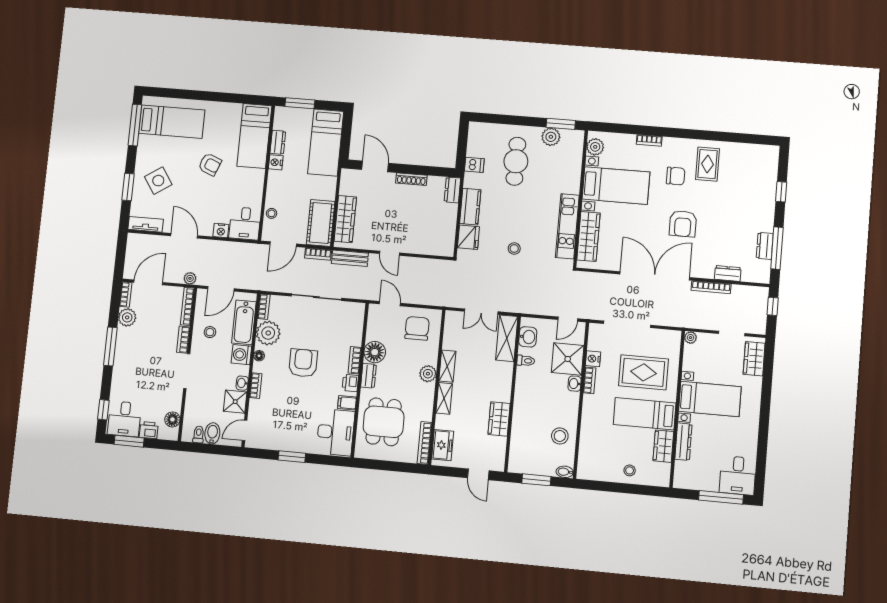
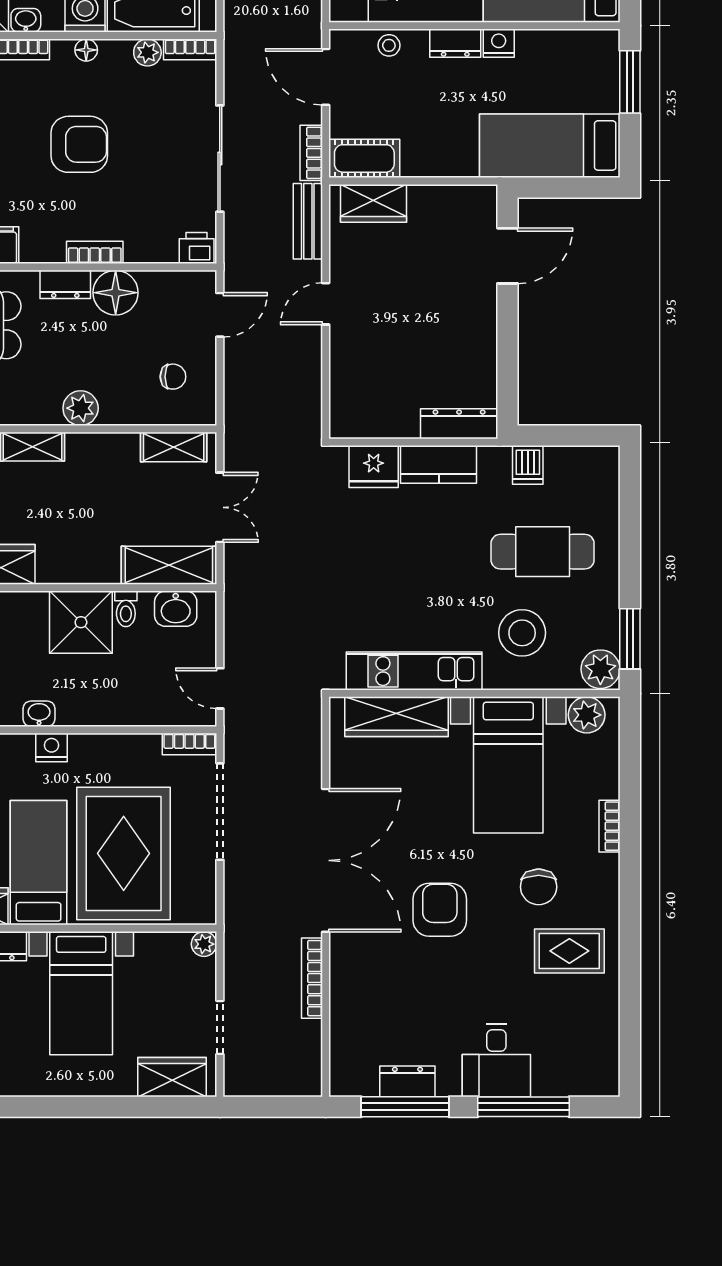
plant: (551, 137) -> (600, 669), moved
dresser: (278, 142) -> (455, 43), moved
shoe rack: (411, 179) -> (487, 335), removed
dresser: (452, 190) -> (459, 424), width x1.44
window: (781, 192) -> (523, 1107), width x2.17
desk: (758, 203) -> (496, 1060), added
wardrobe: (345, 219) -> (374, 203), width x0.67
cot: (321, 223) -> (364, 158), width x0.73, depth x0.75
armchair: (683, 224) -> (440, 910), turned 90
stool: (514, 249) -> (522, 633), moved, width x1.89, depth x1.89
dresser: (728, 273) -> (344, 1010), removed
window: (773, 306) -> (283, 1107), removed
double door: (481, 312) -> (220, 507), swing flipped
chair: (417, 328) -> (173, 377), width x0.54, depth x0.54
plant: (268, 333) -> (147, 52), width x0.53, depth x0.53
shower: (568, 359) -> (81, 622), moved
nightstand: (593, 359) -> (52, 748), moved
shelving: (447, 366) -> (174, 447), moved
rug: (643, 372) -> (124, 853), width x1.37, depth x1.44
bookcase: (589, 380) -> (189, 744), moved
printer: (350, 383) -> (197, 248), moved
washbasin: (575, 384) -> (39, 714), moved

